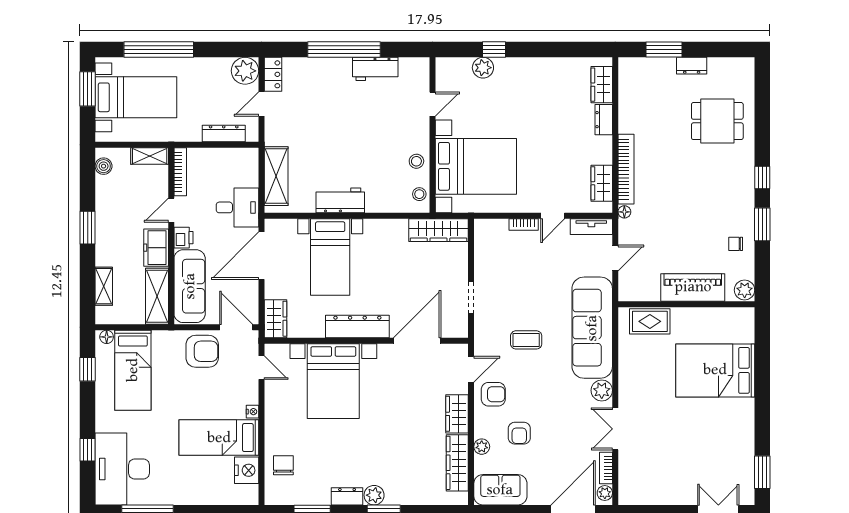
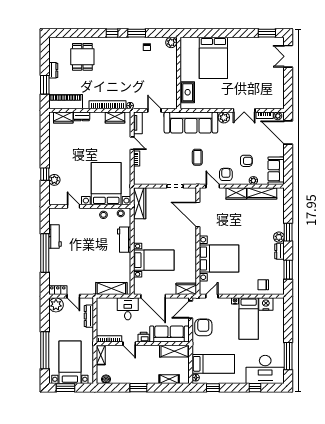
workbench: (340, 200) -> (124, 240), moved
freezer: (156, 248) -> (149, 352), removed
piano: (693, 287) -> (66, 102), moved, turned 90
dresser: (357, 327) -> (190, 246), removed

